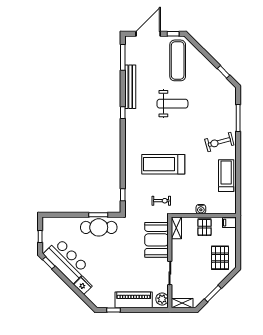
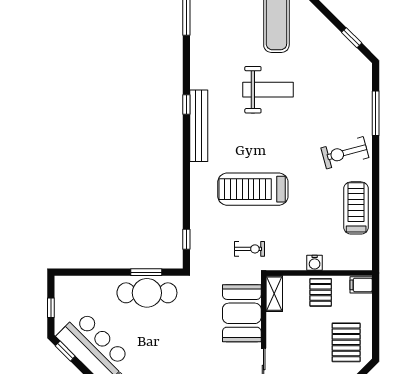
bench: (130, 87) -> (199, 126), moved

